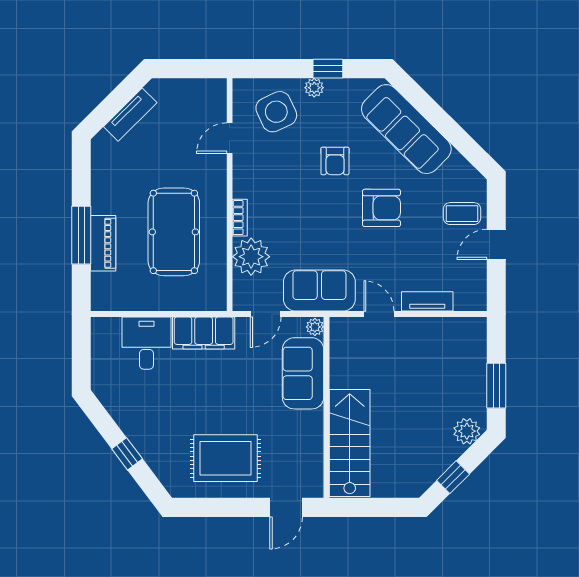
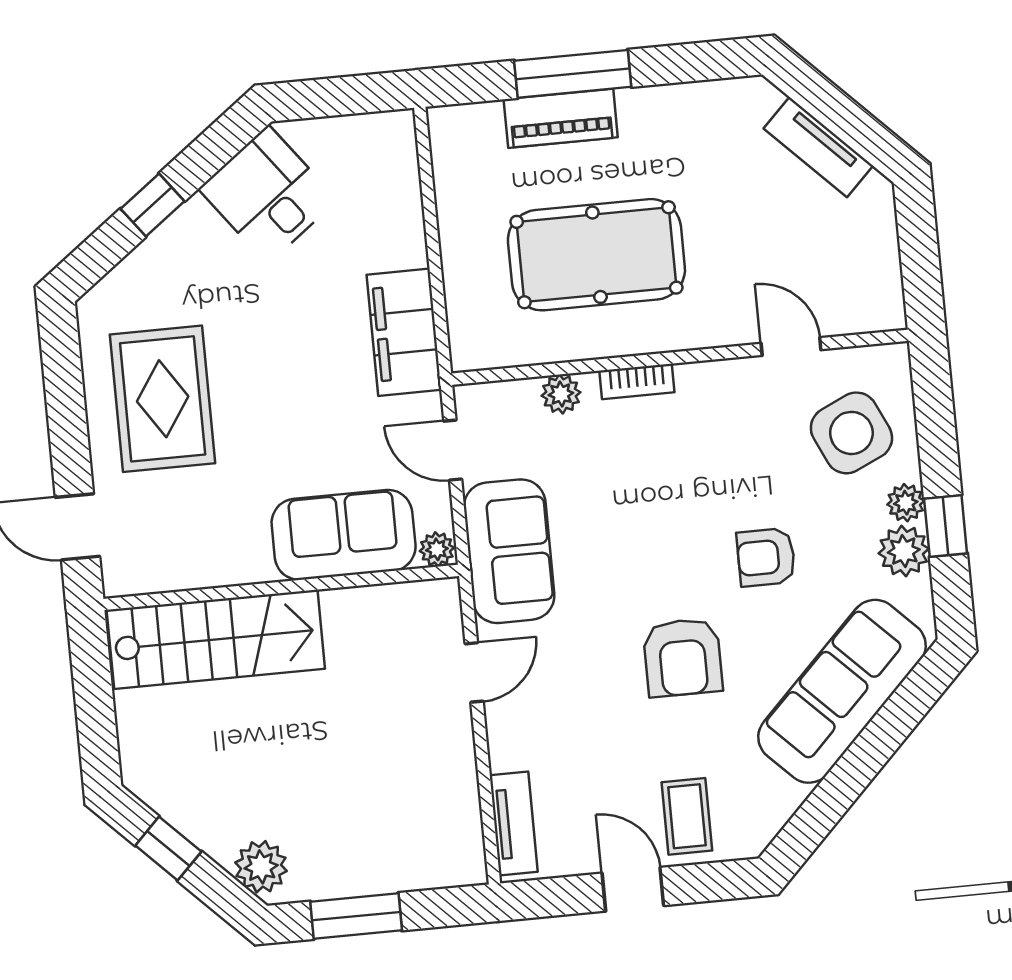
plant: (339, 91) -> (904, 551), added
plant: (251, 257) -> (561, 394), width x0.53, depth x0.53
tv unit: (427, 301) -> (514, 823), moved
desk: (146, 343) -> (268, 194), moved, turned -127

